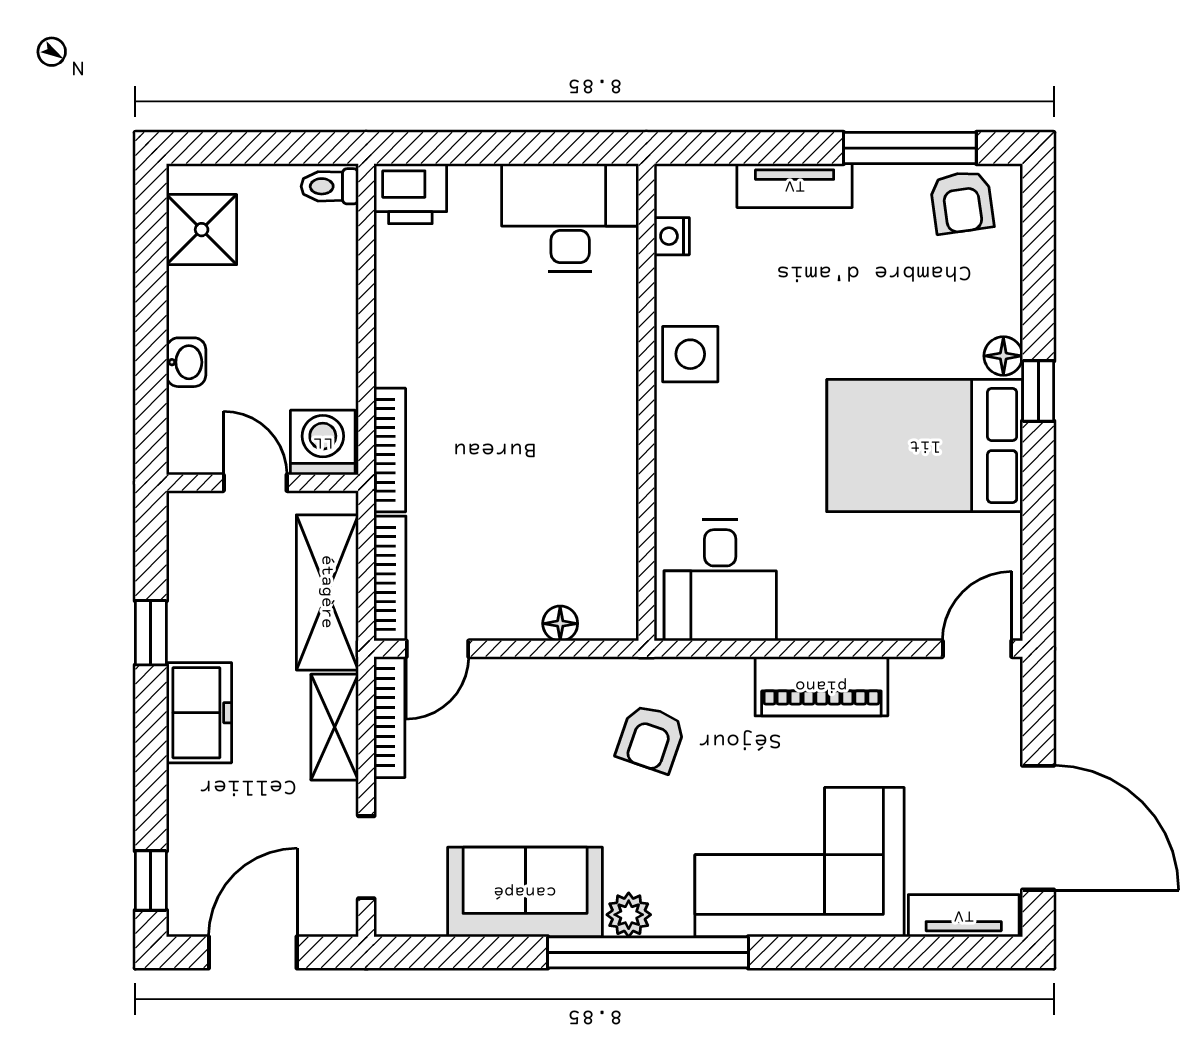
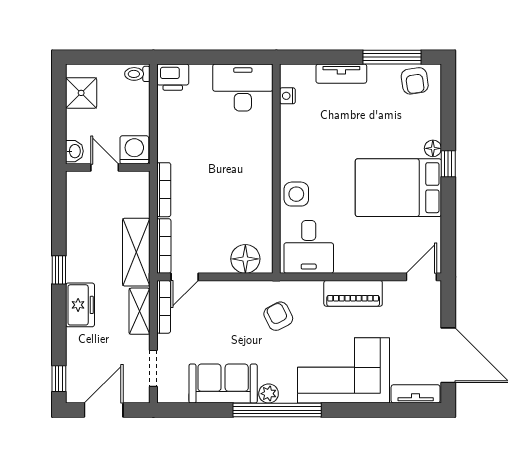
side table: (690, 354) -> (296, 194), moved
washing machine: (323, 443) -> (134, 150), moved
door: (255, 483) -> (105, 168), moved
wall: (262, 483) -> (108, 168), moved
floor lamp: (560, 624) -> (245, 259), width x1.89, depth x1.89
armchair: (651, 738) -> (278, 316), turned 134

